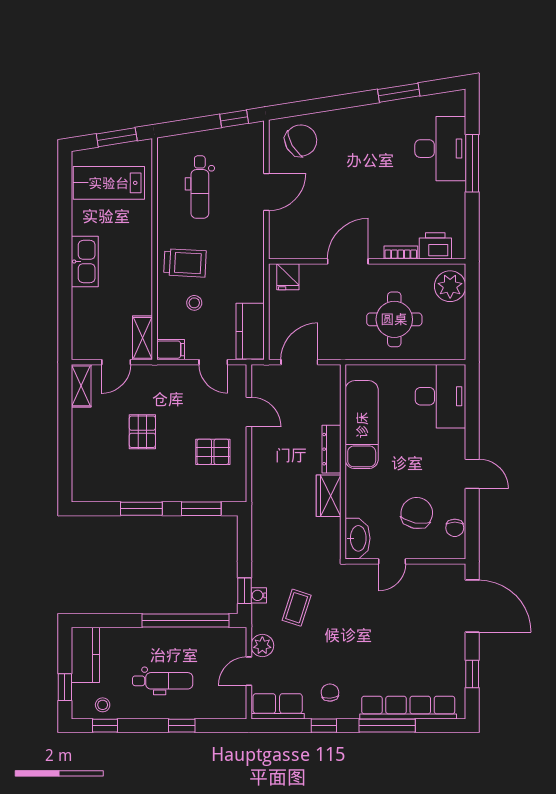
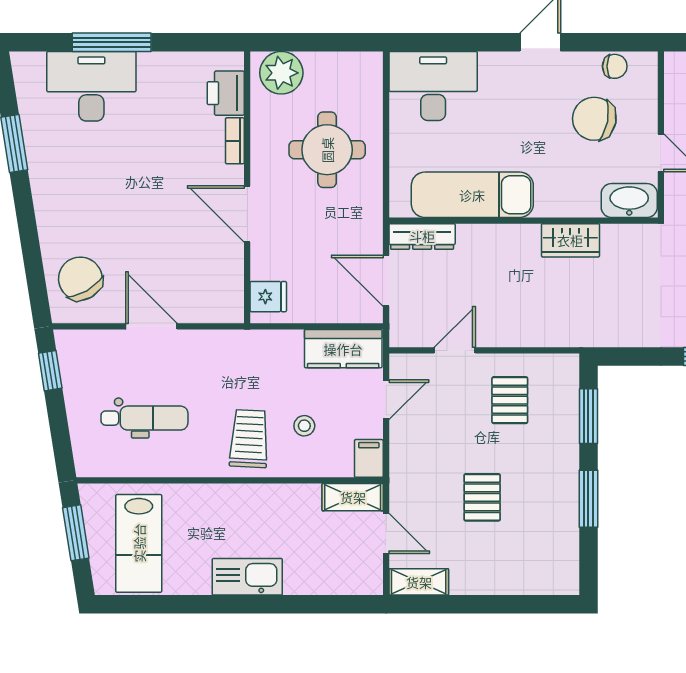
pallet: (142, 432) -> (482, 497), turned 90
dresser: (331, 449) -> (422, 236), moved

